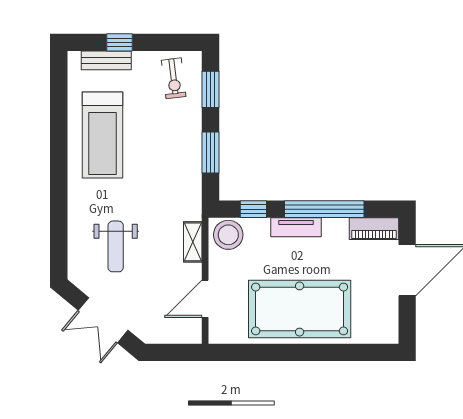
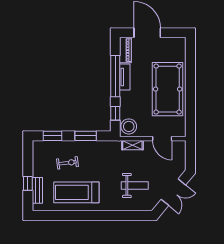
exercise bike: (174, 78) -> (67, 163), moved
treadmill: (102, 135) -> (76, 192), turned 180
tv unit: (296, 227) -> (125, 77), moved

